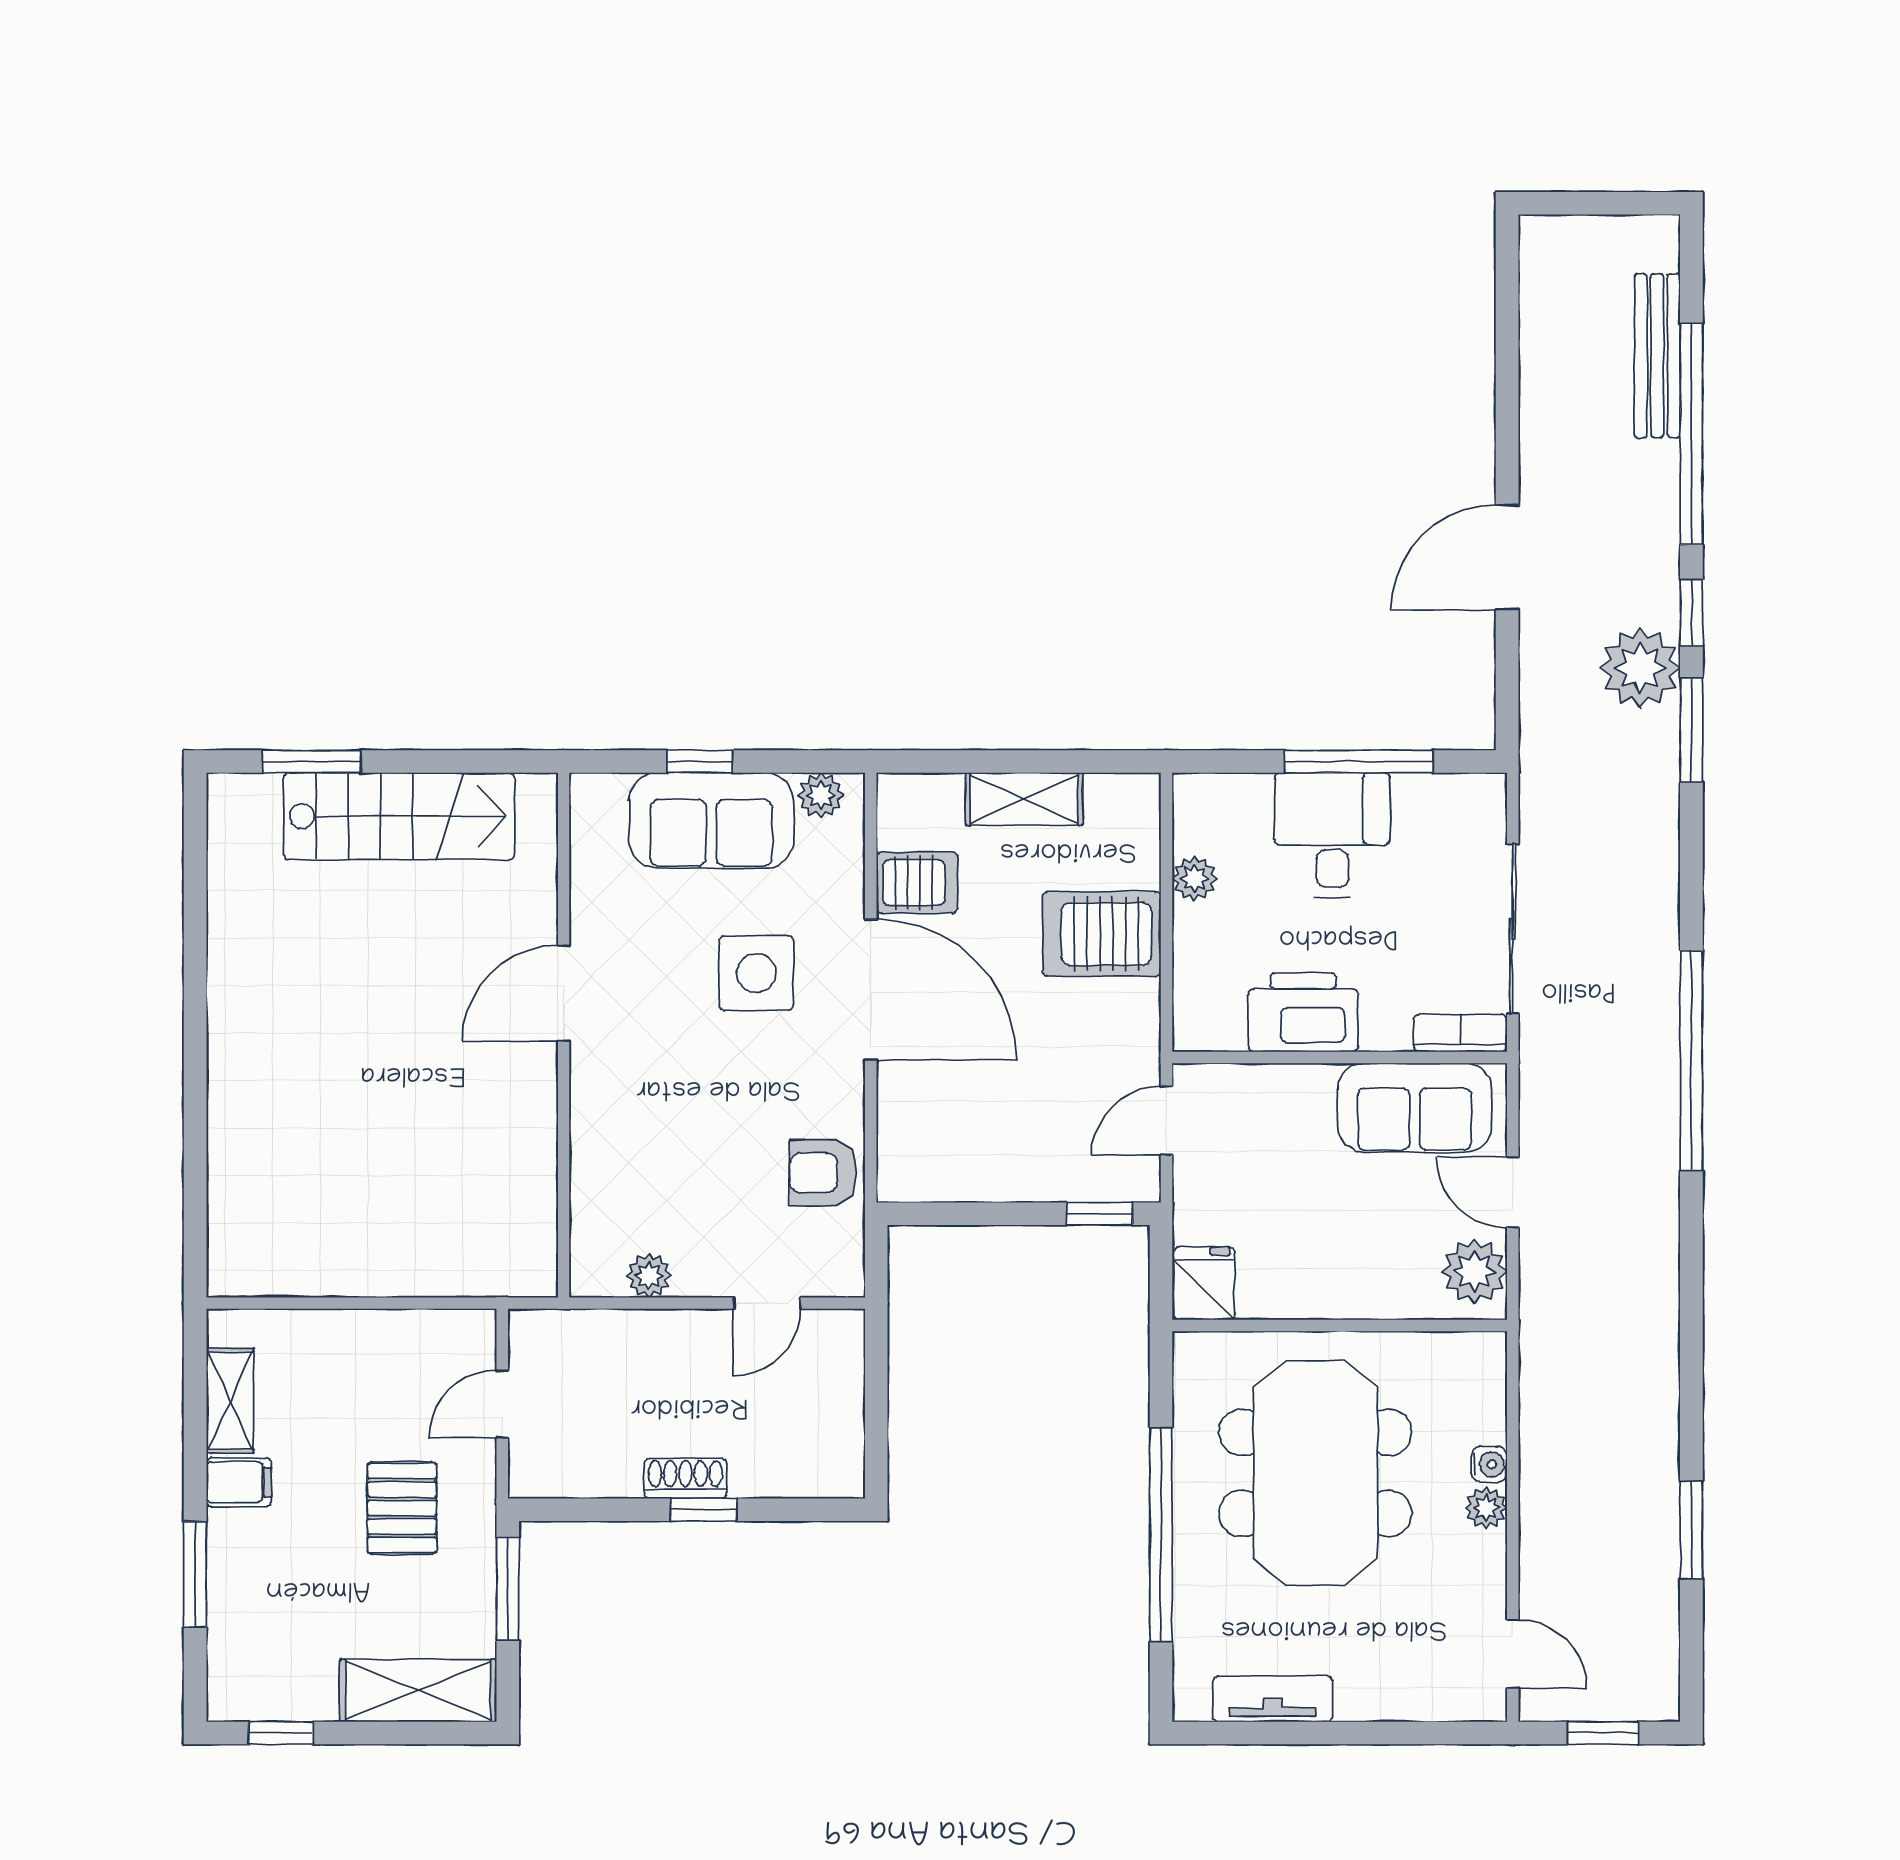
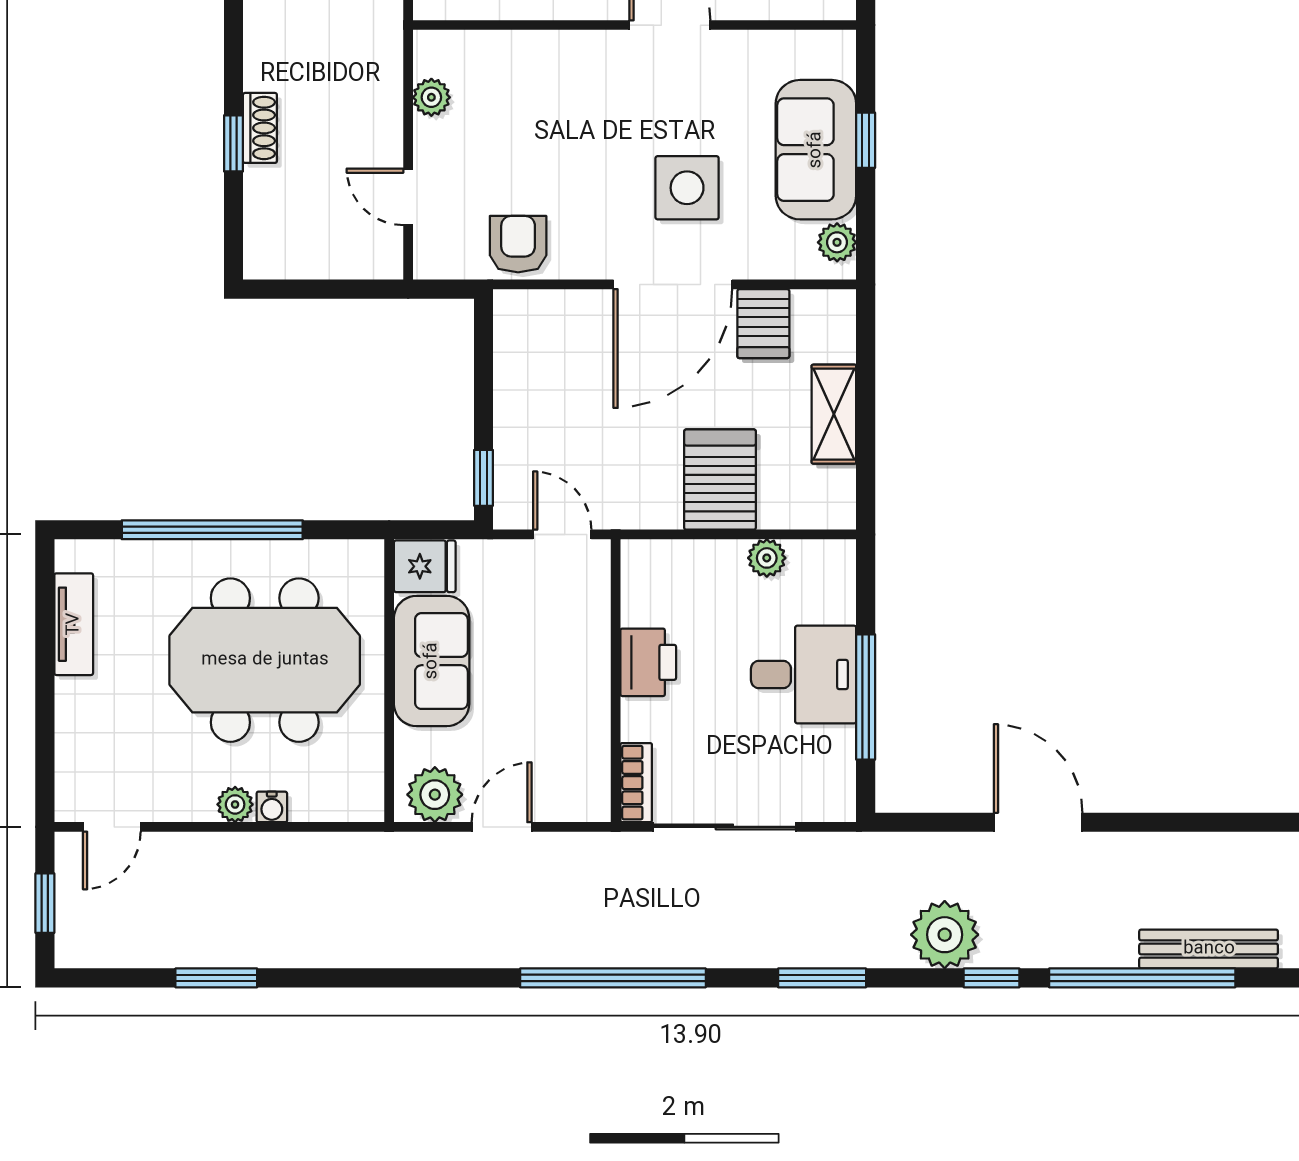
window: (1691, 730) -> (822, 978), moved
printer: (1303, 1012) -> (648, 662), width x0.73, depth x0.84
sofa: (1415, 1108) -> (432, 661), moved, turned 180

